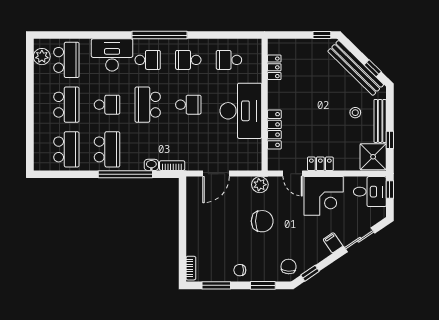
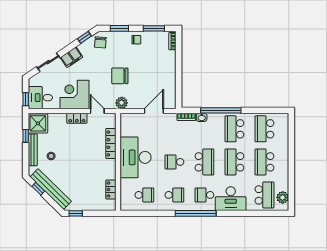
school desk: (66, 60) -> (264, 195), turned 180
school desk: (107, 105) -> (234, 162), width x1.85
filing cabinet: (333, 243) -> (71, 57), width x2.00

